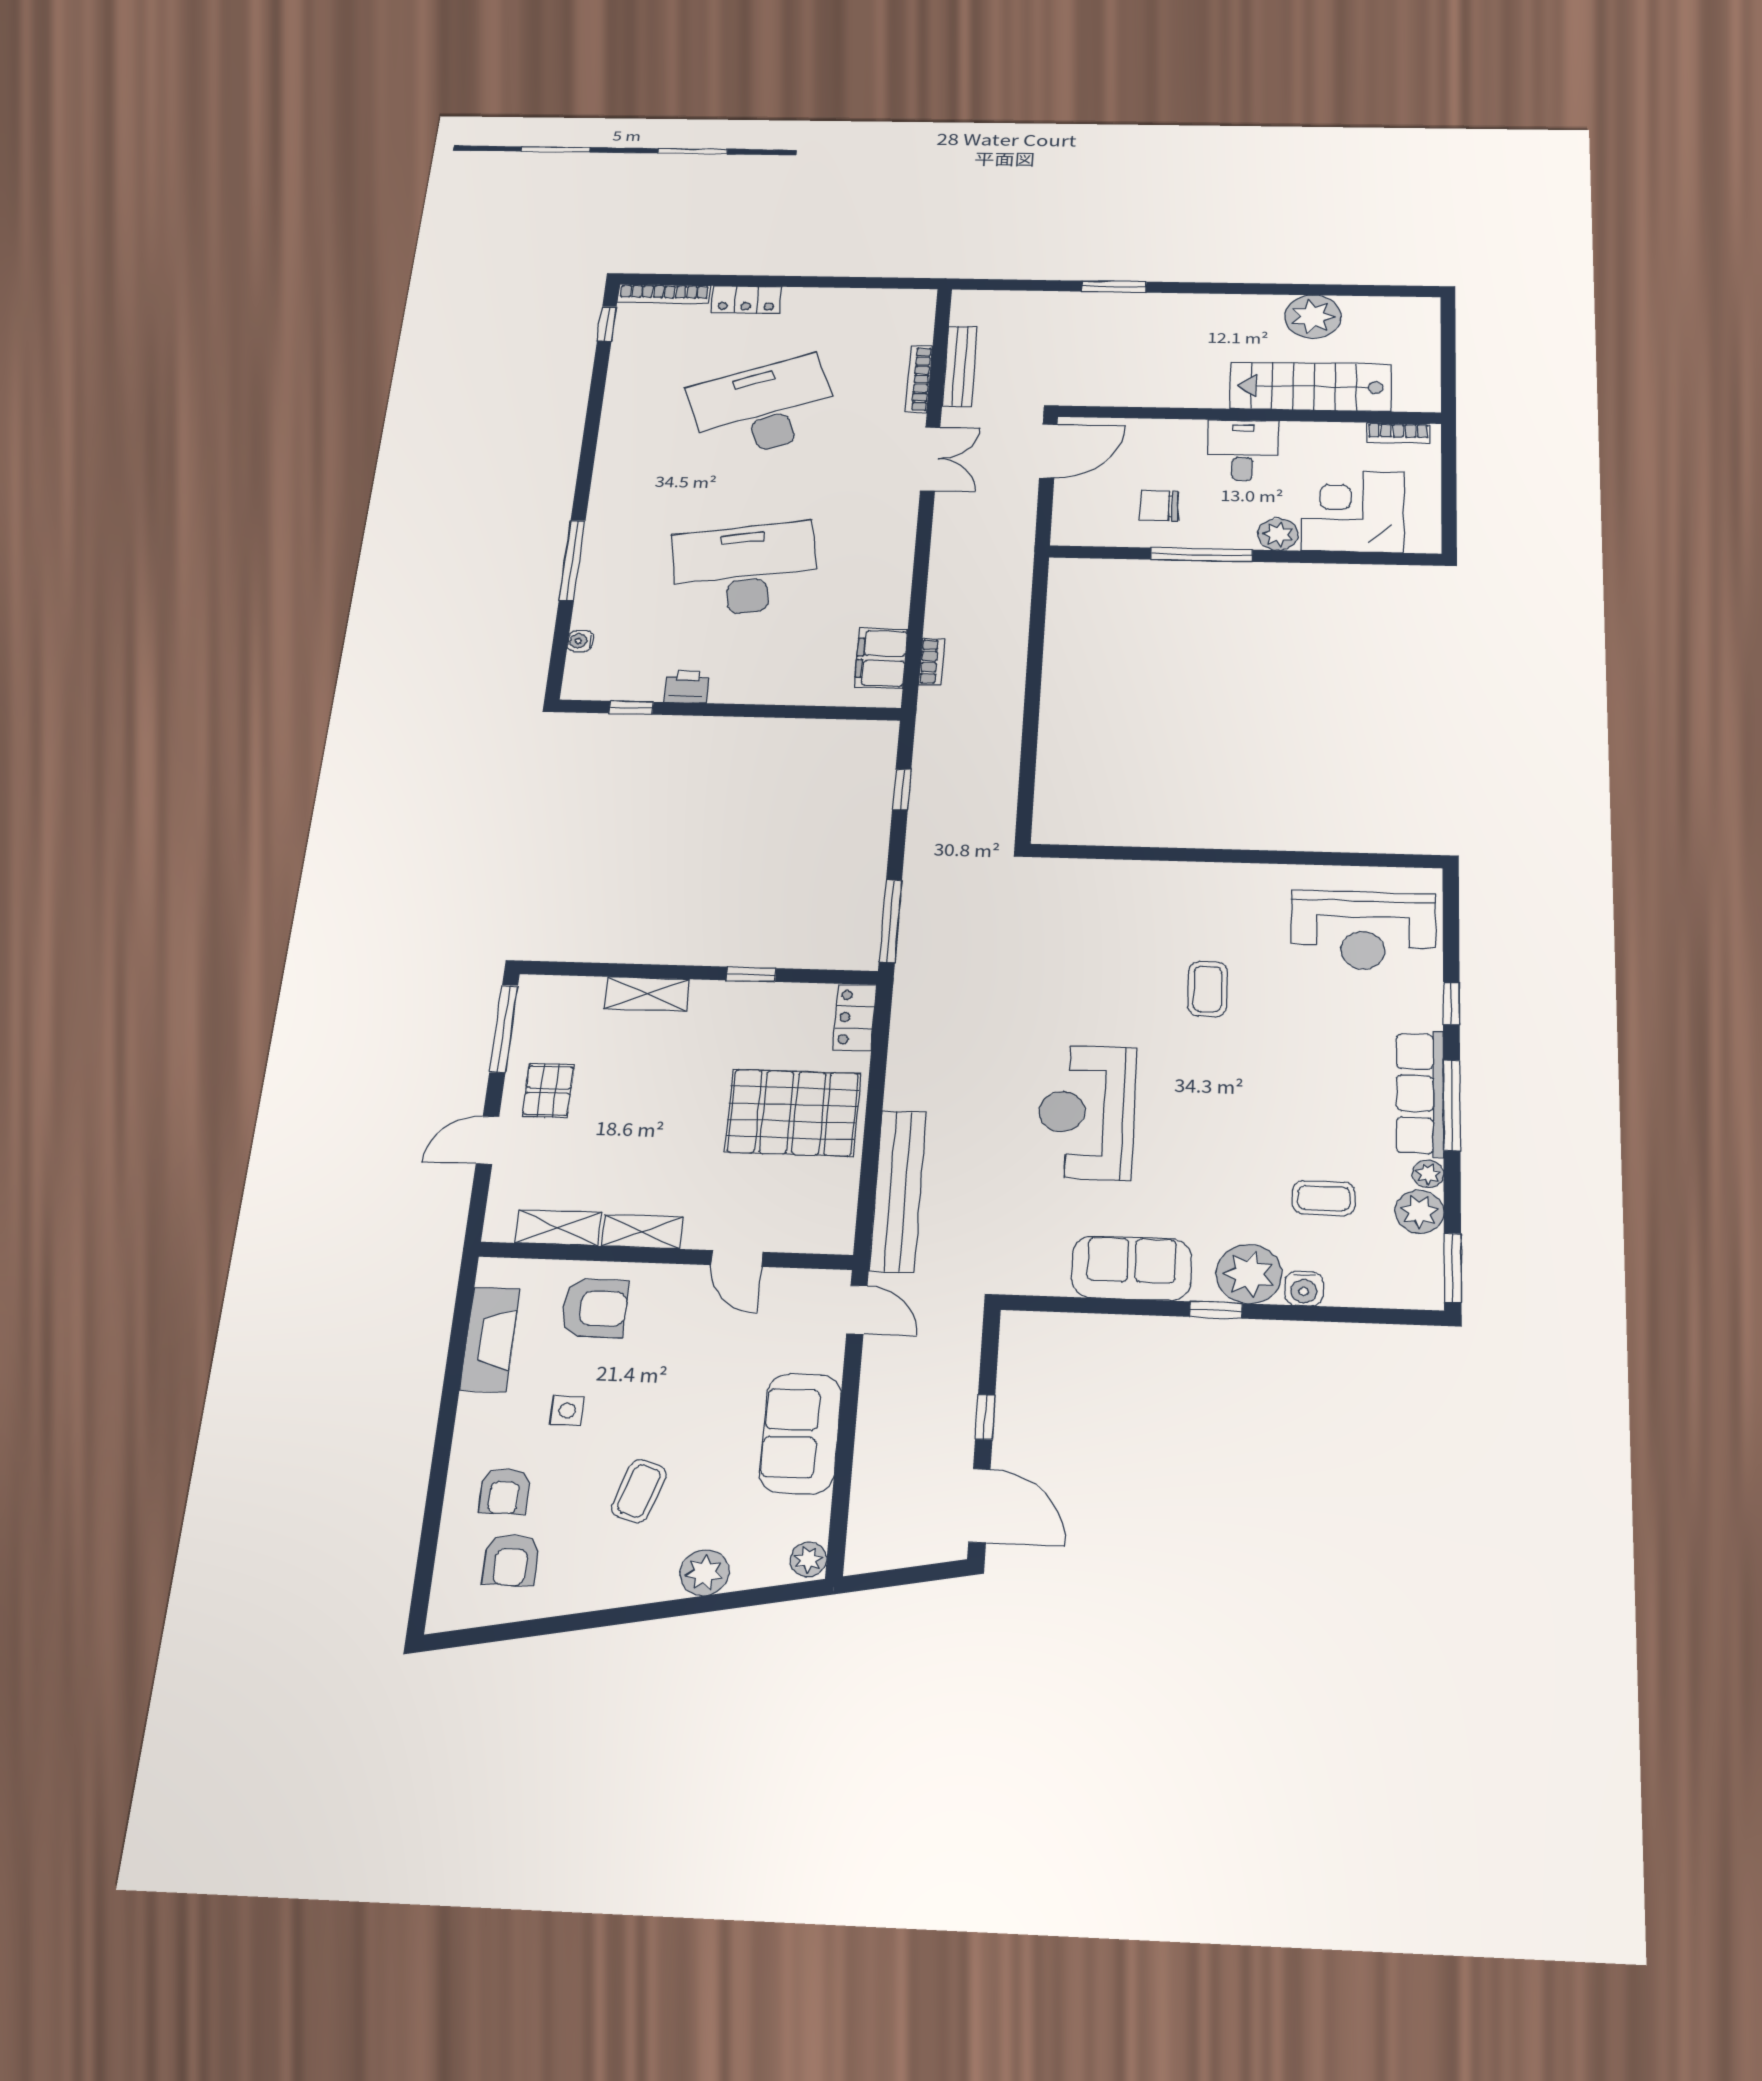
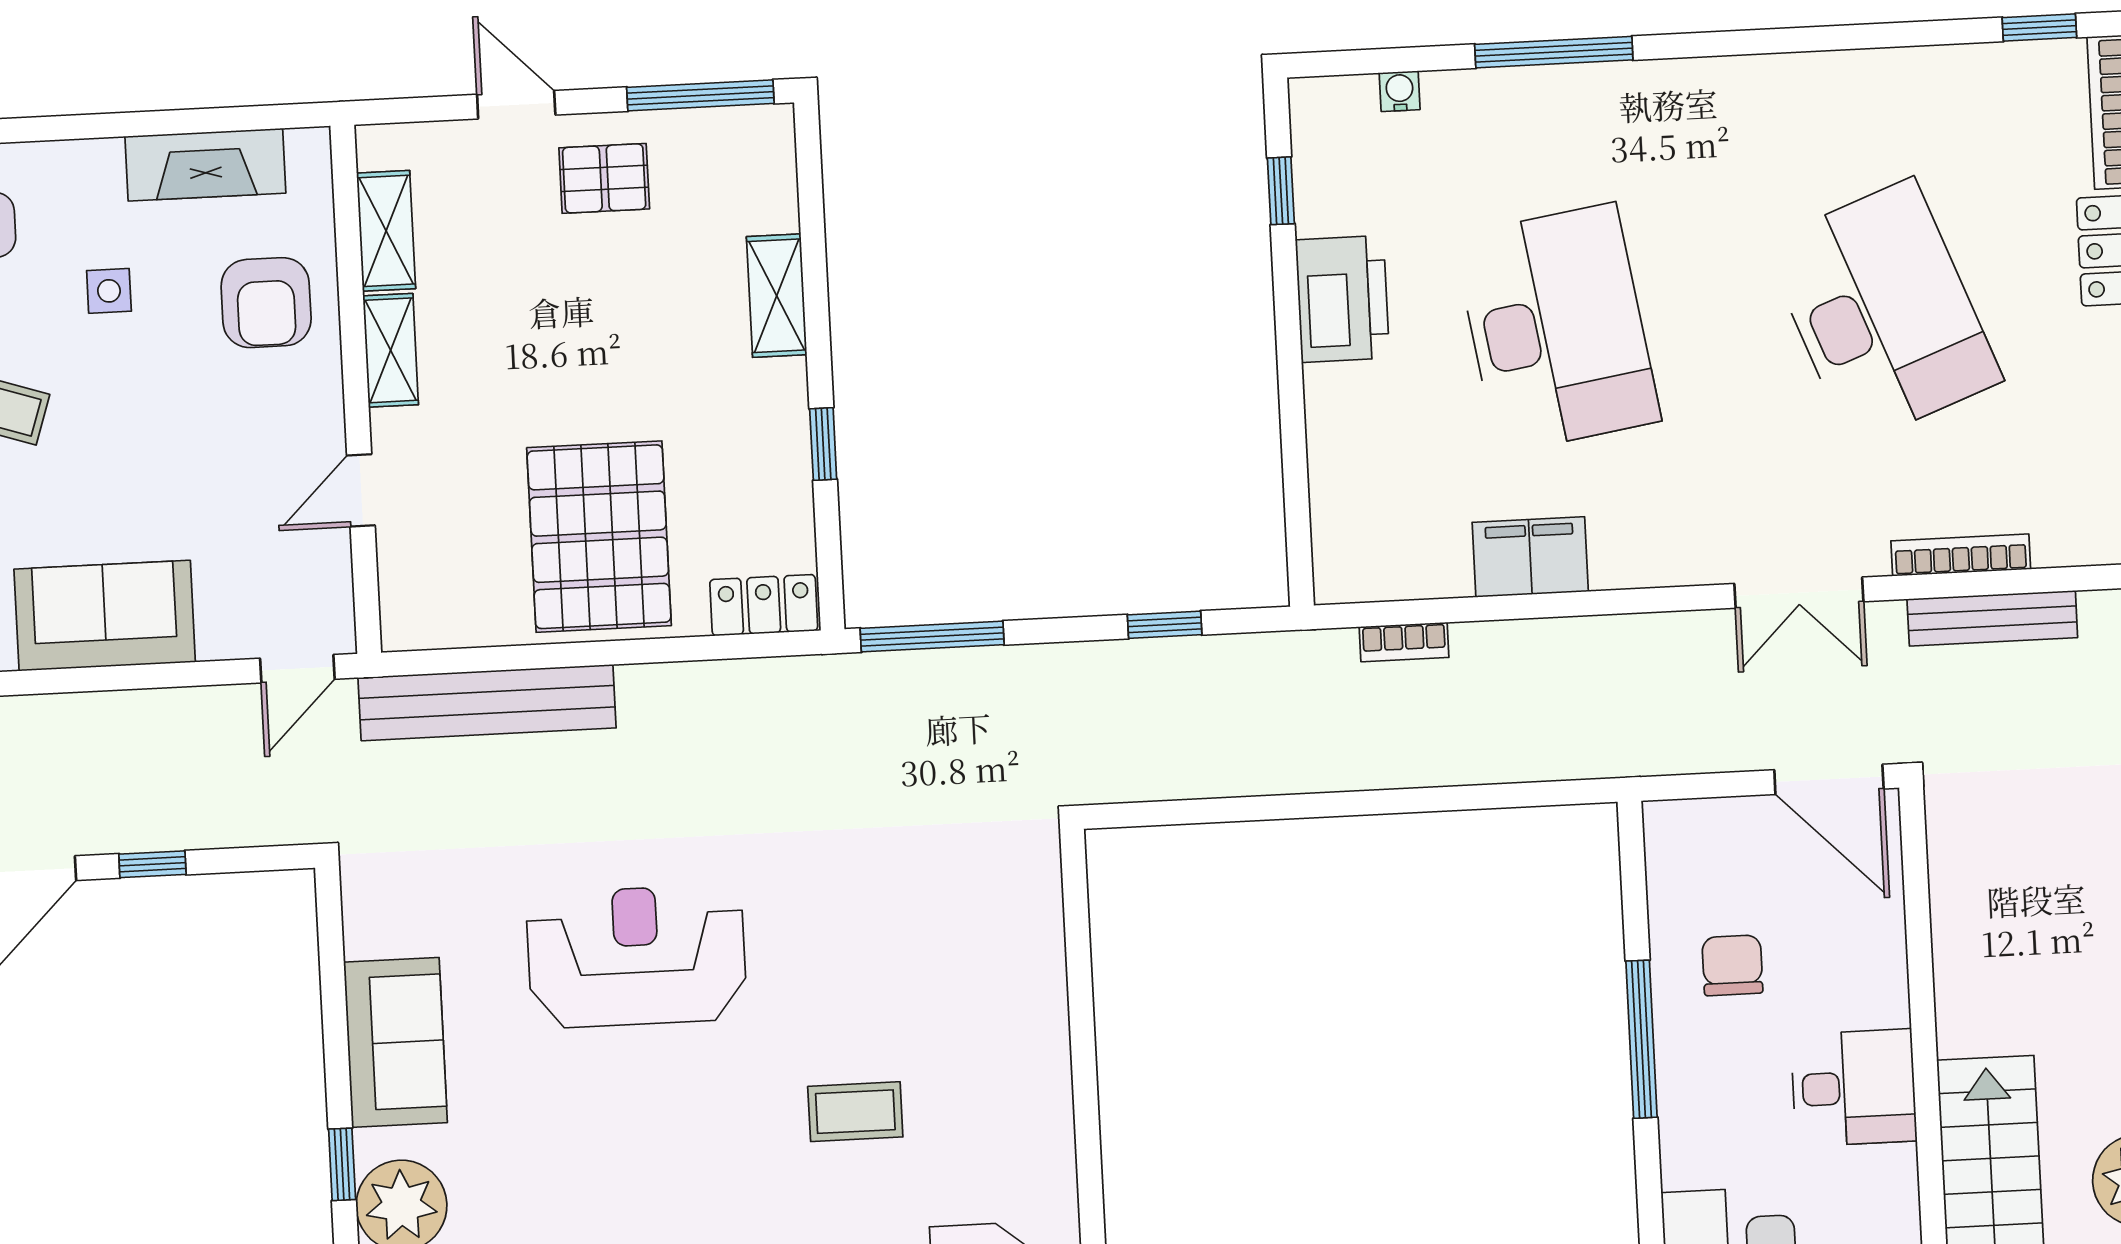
plant: (1278, 534) -> (1690, 1155), removed
filing cabinet: (881, 658) -> (1530, 557), moved
printer: (687, 687) -> (1342, 299), width x1.87, depth x1.48

